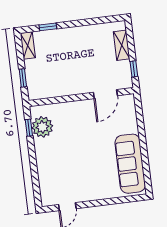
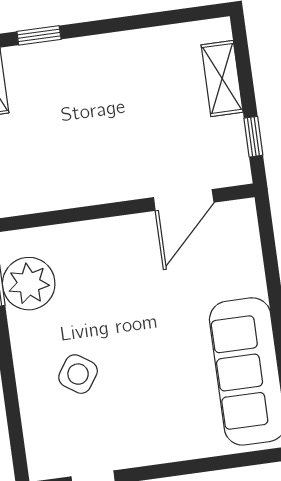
side table: (62, 164) -> (78, 374), added

